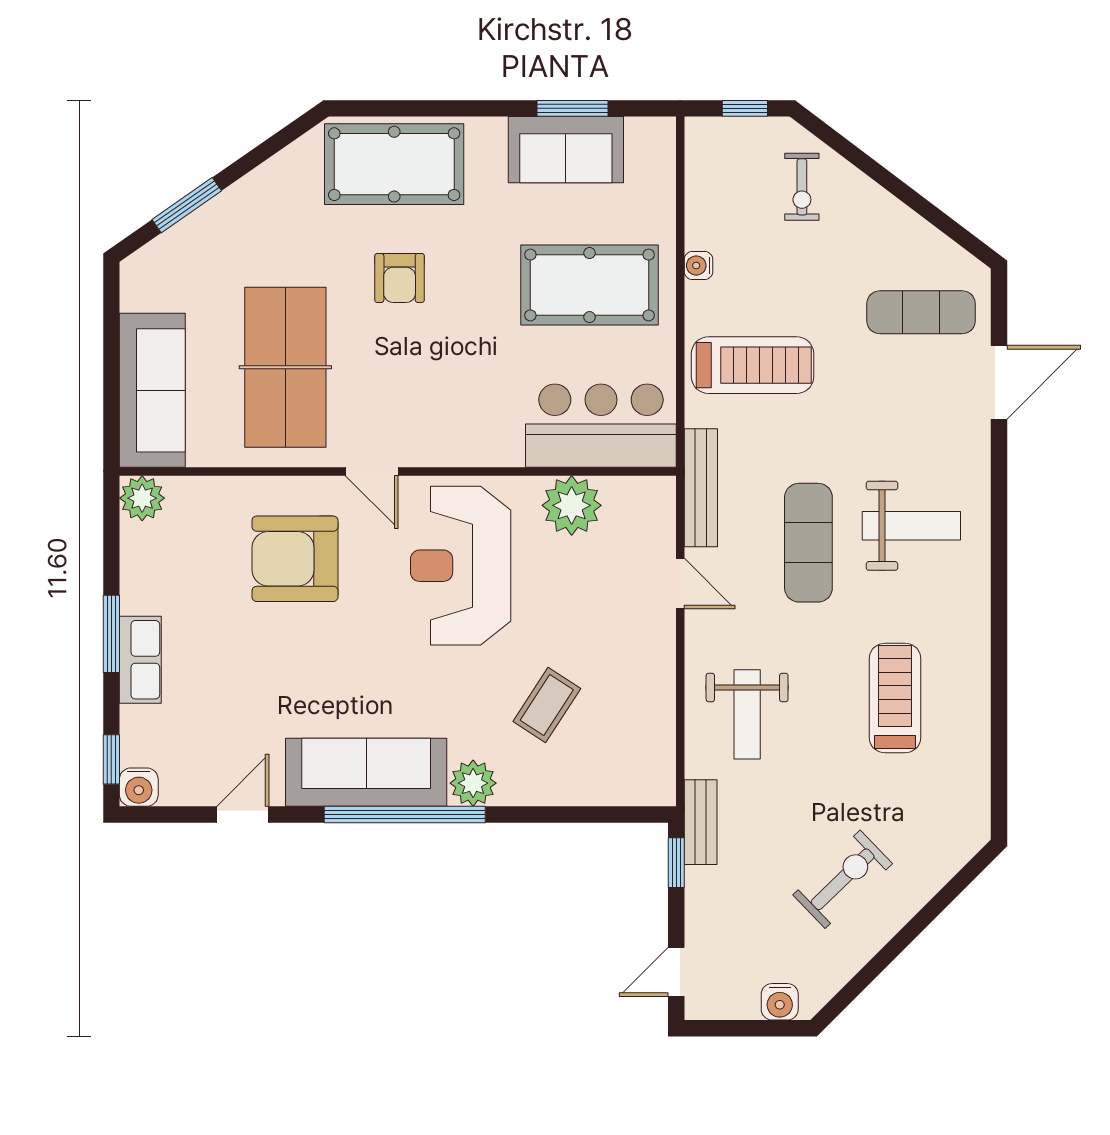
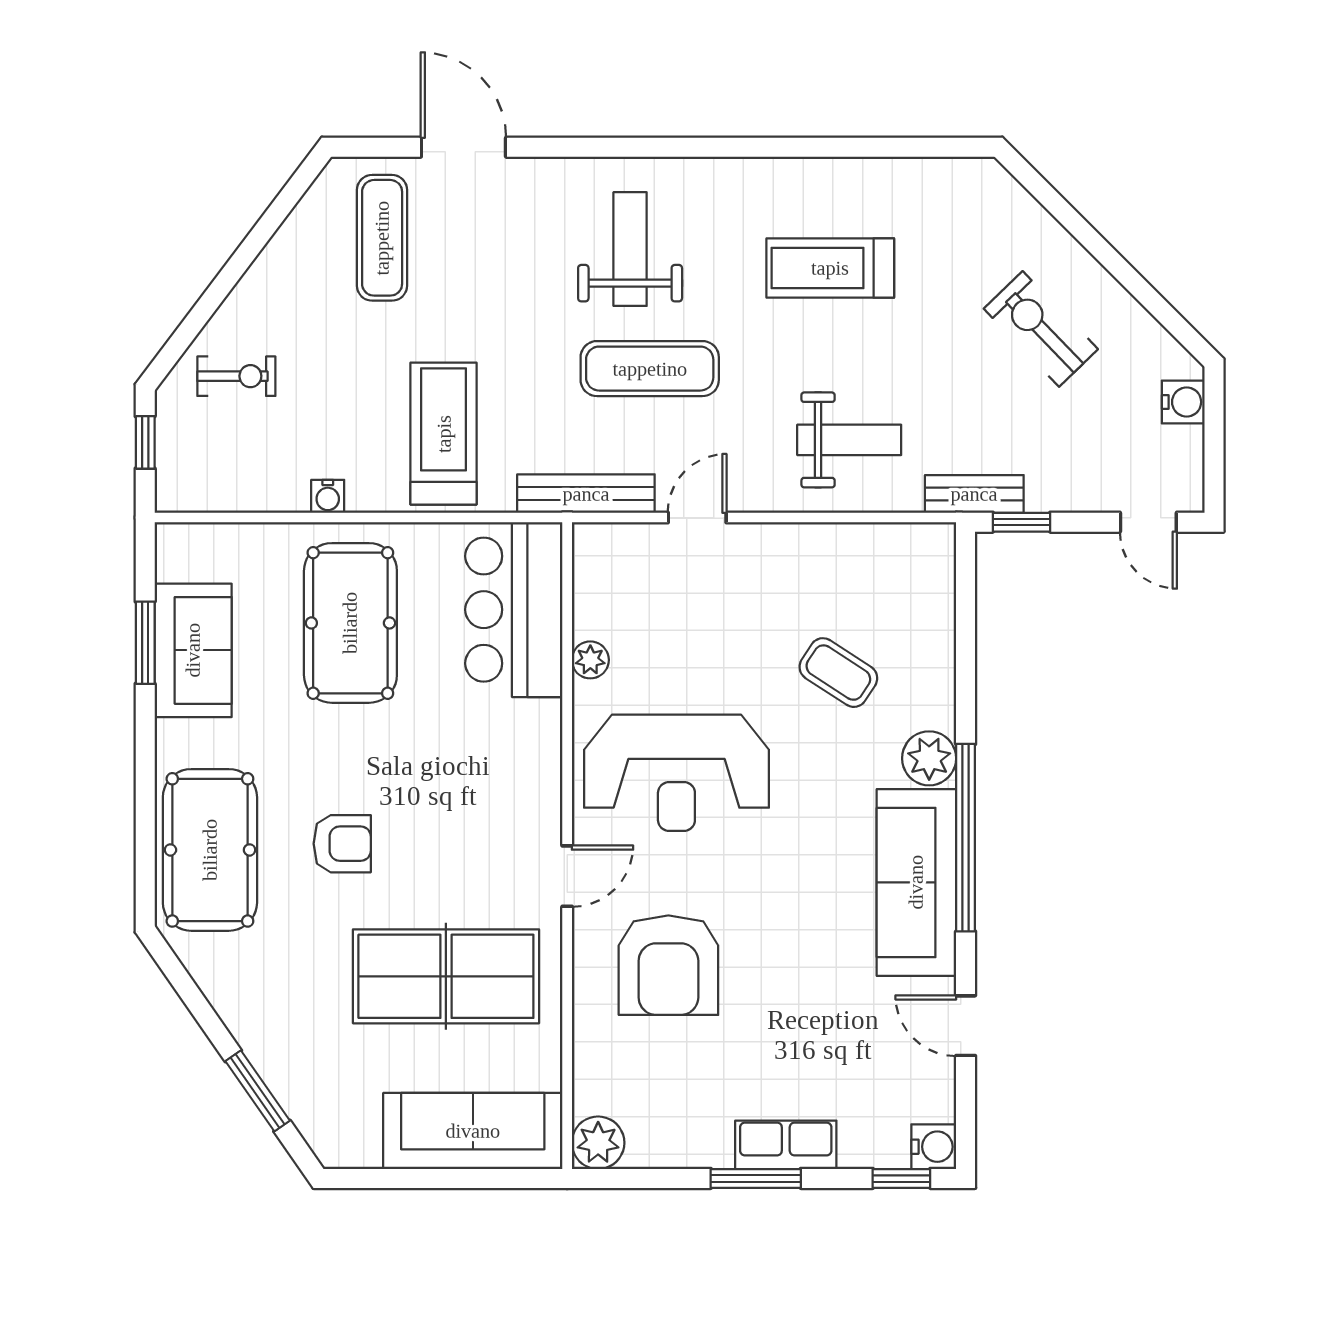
plant: (572, 505) -> (590, 660), width x0.53, depth x0.53

